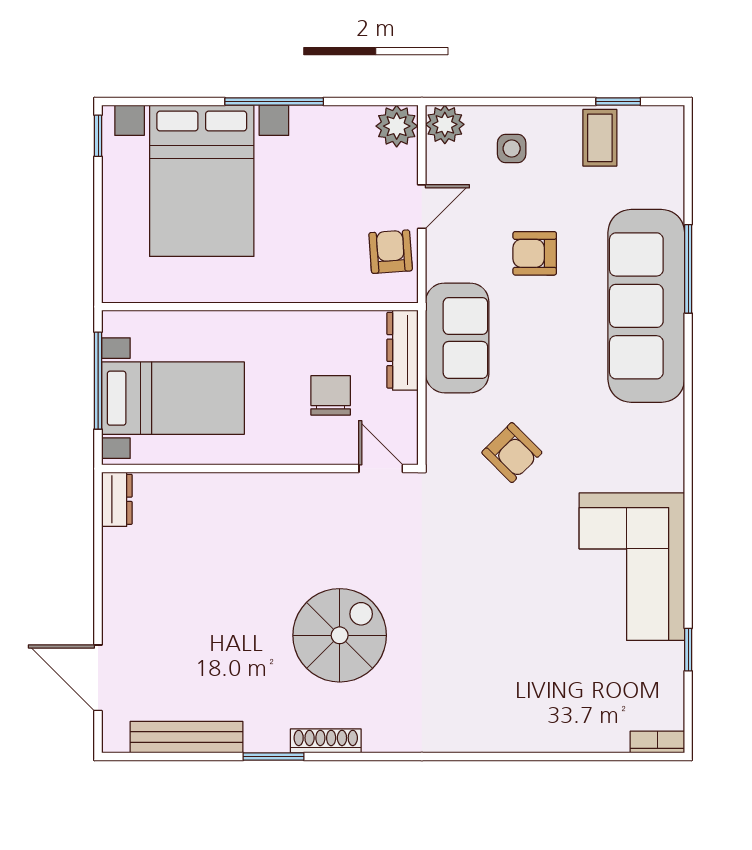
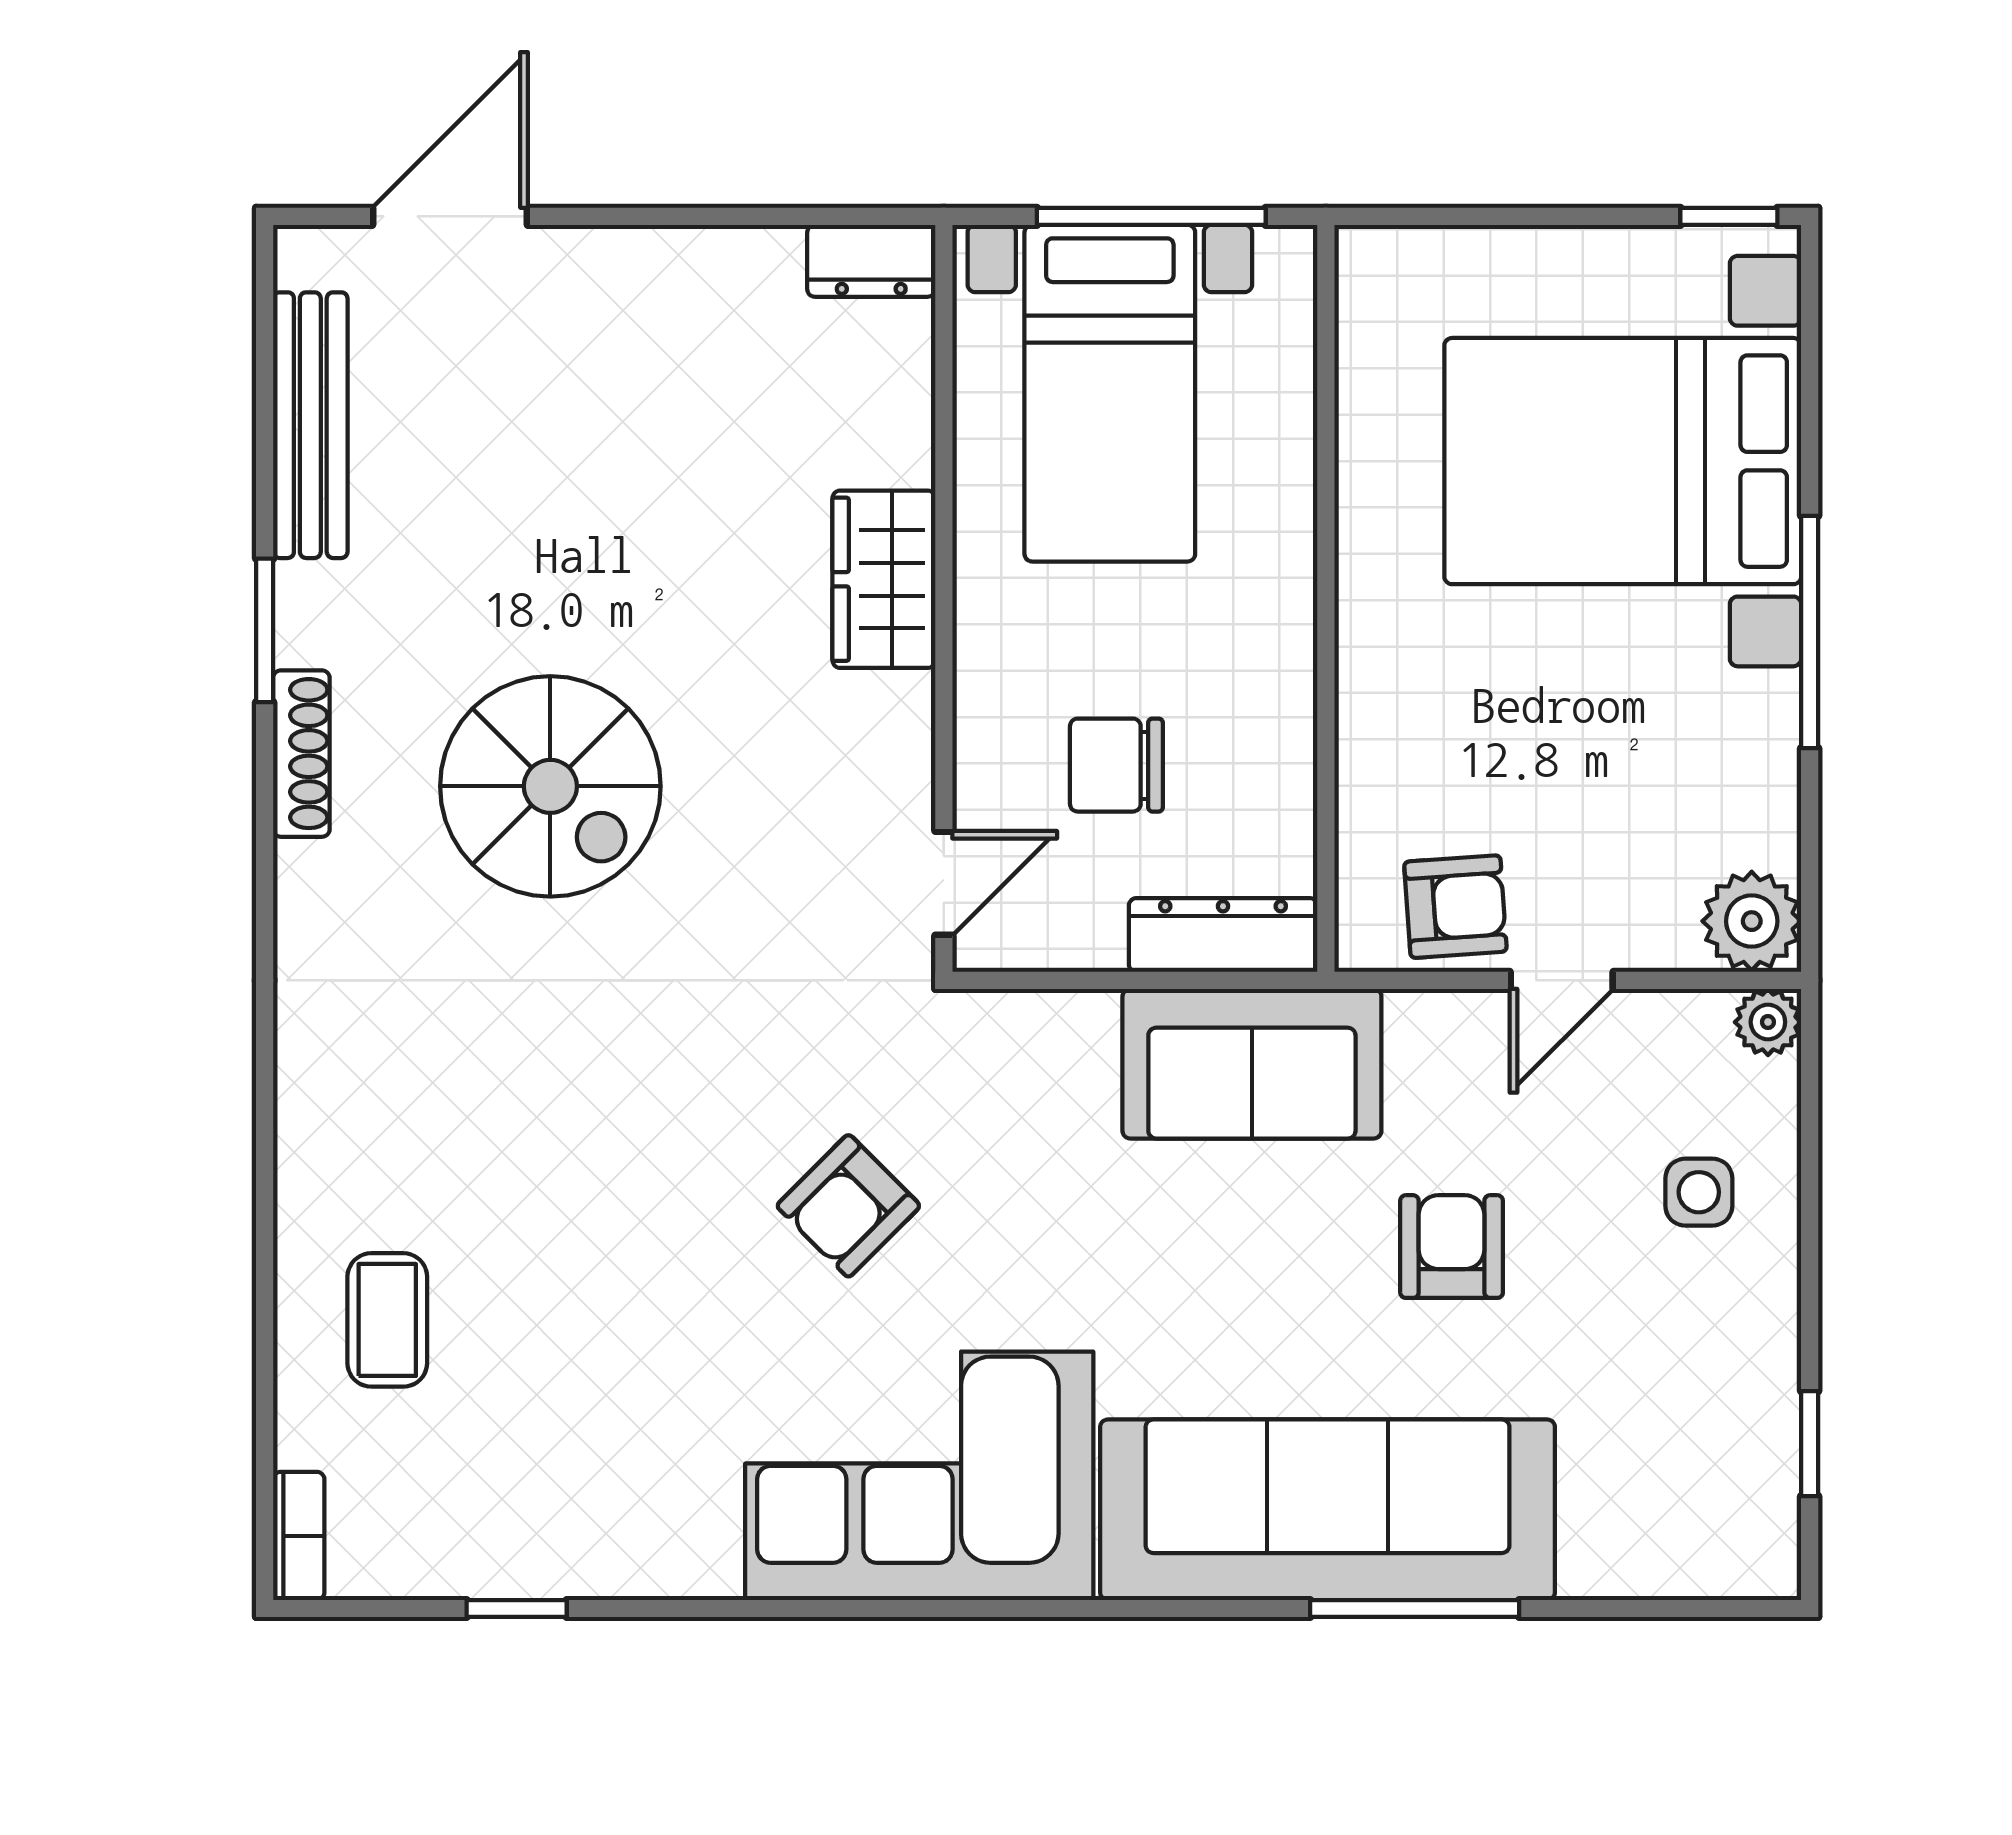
plant: (445, 124) -> (1768, 1022), width x0.73, depth x0.73
coffee table: (600, 138) -> (387, 1320), moved, turned 90
door: (422, 207) -> (1562, 980), hinge flipped
chair: (331, 395) -> (1116, 765), turned 180
armchair: (512, 453) -> (848, 1206), moved
wardrobe: (252, 494) -> (884, 579), added
corner sofa: (632, 567) -> (919, 1476), moved

